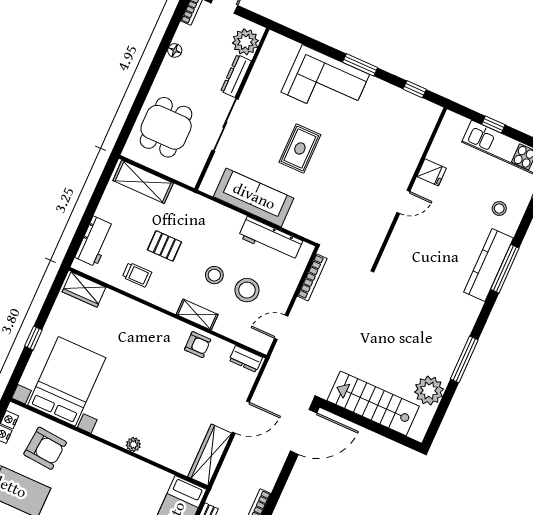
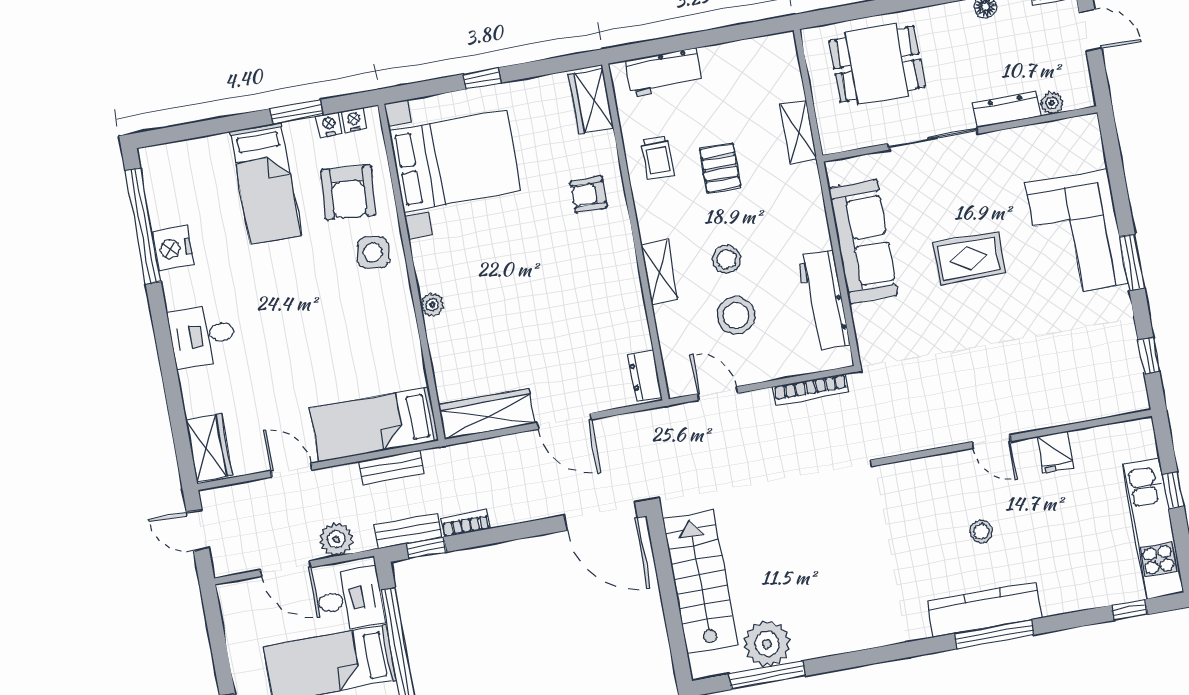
plant: (245, 42) -> (1052, 103), width x0.53, depth x0.53
shelving: (143, 182) -> (798, 132), moved, width x0.67, depth x0.75
stool: (499, 209) -> (981, 532), moved
armchair: (198, 345) -> (589, 194), moved, turned 91
window: (464, 359) -> (767, 675), moved
side table: (85, 457) -> (373, 252), added

